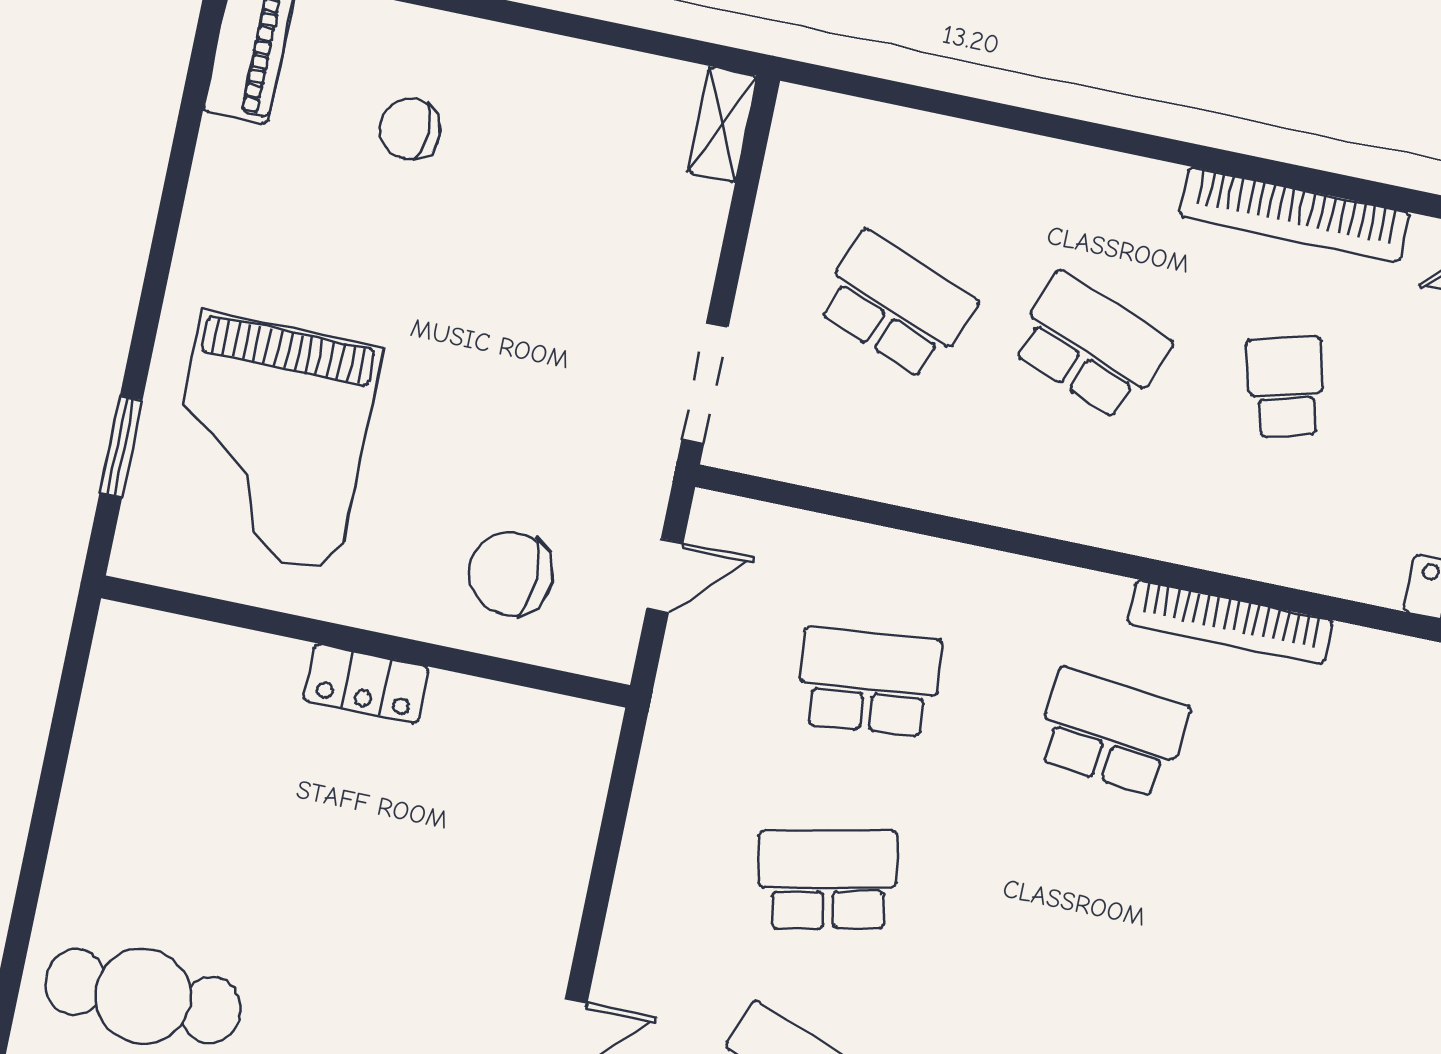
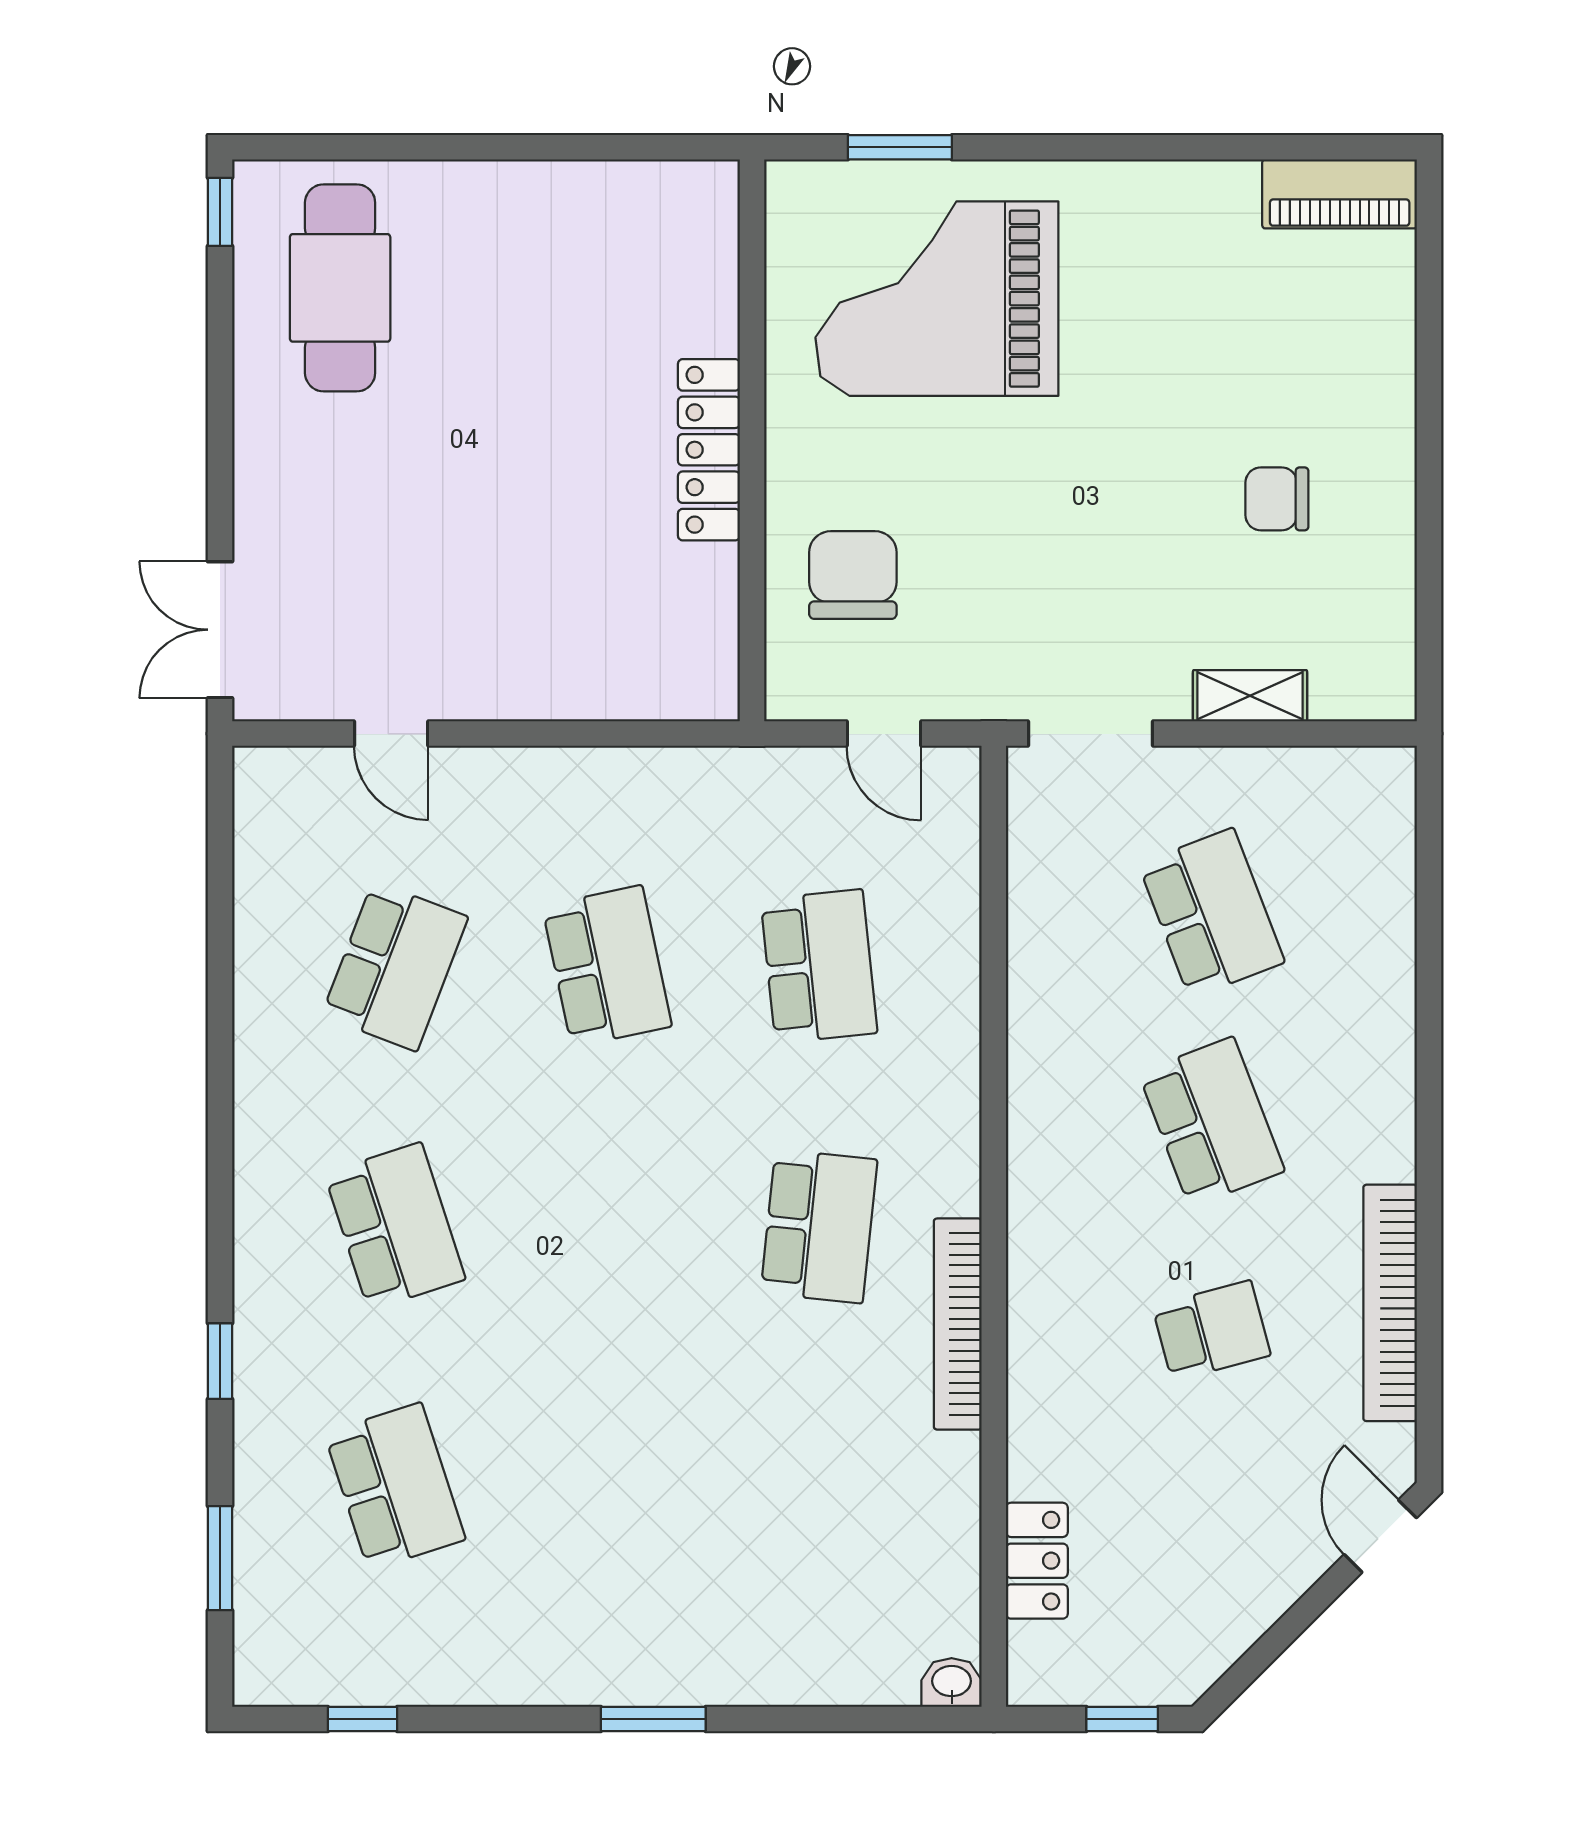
shelving: (722, 124) -> (1250, 696), moved
chair: (410, 129) -> (1277, 499), moved, turned -90
school desk: (896, 305) -> (1211, 913), turned -42
school desk: (1091, 346) -> (1211, 1122), turned -42
locker: (366, 684) -> (709, 450), width x1.53

